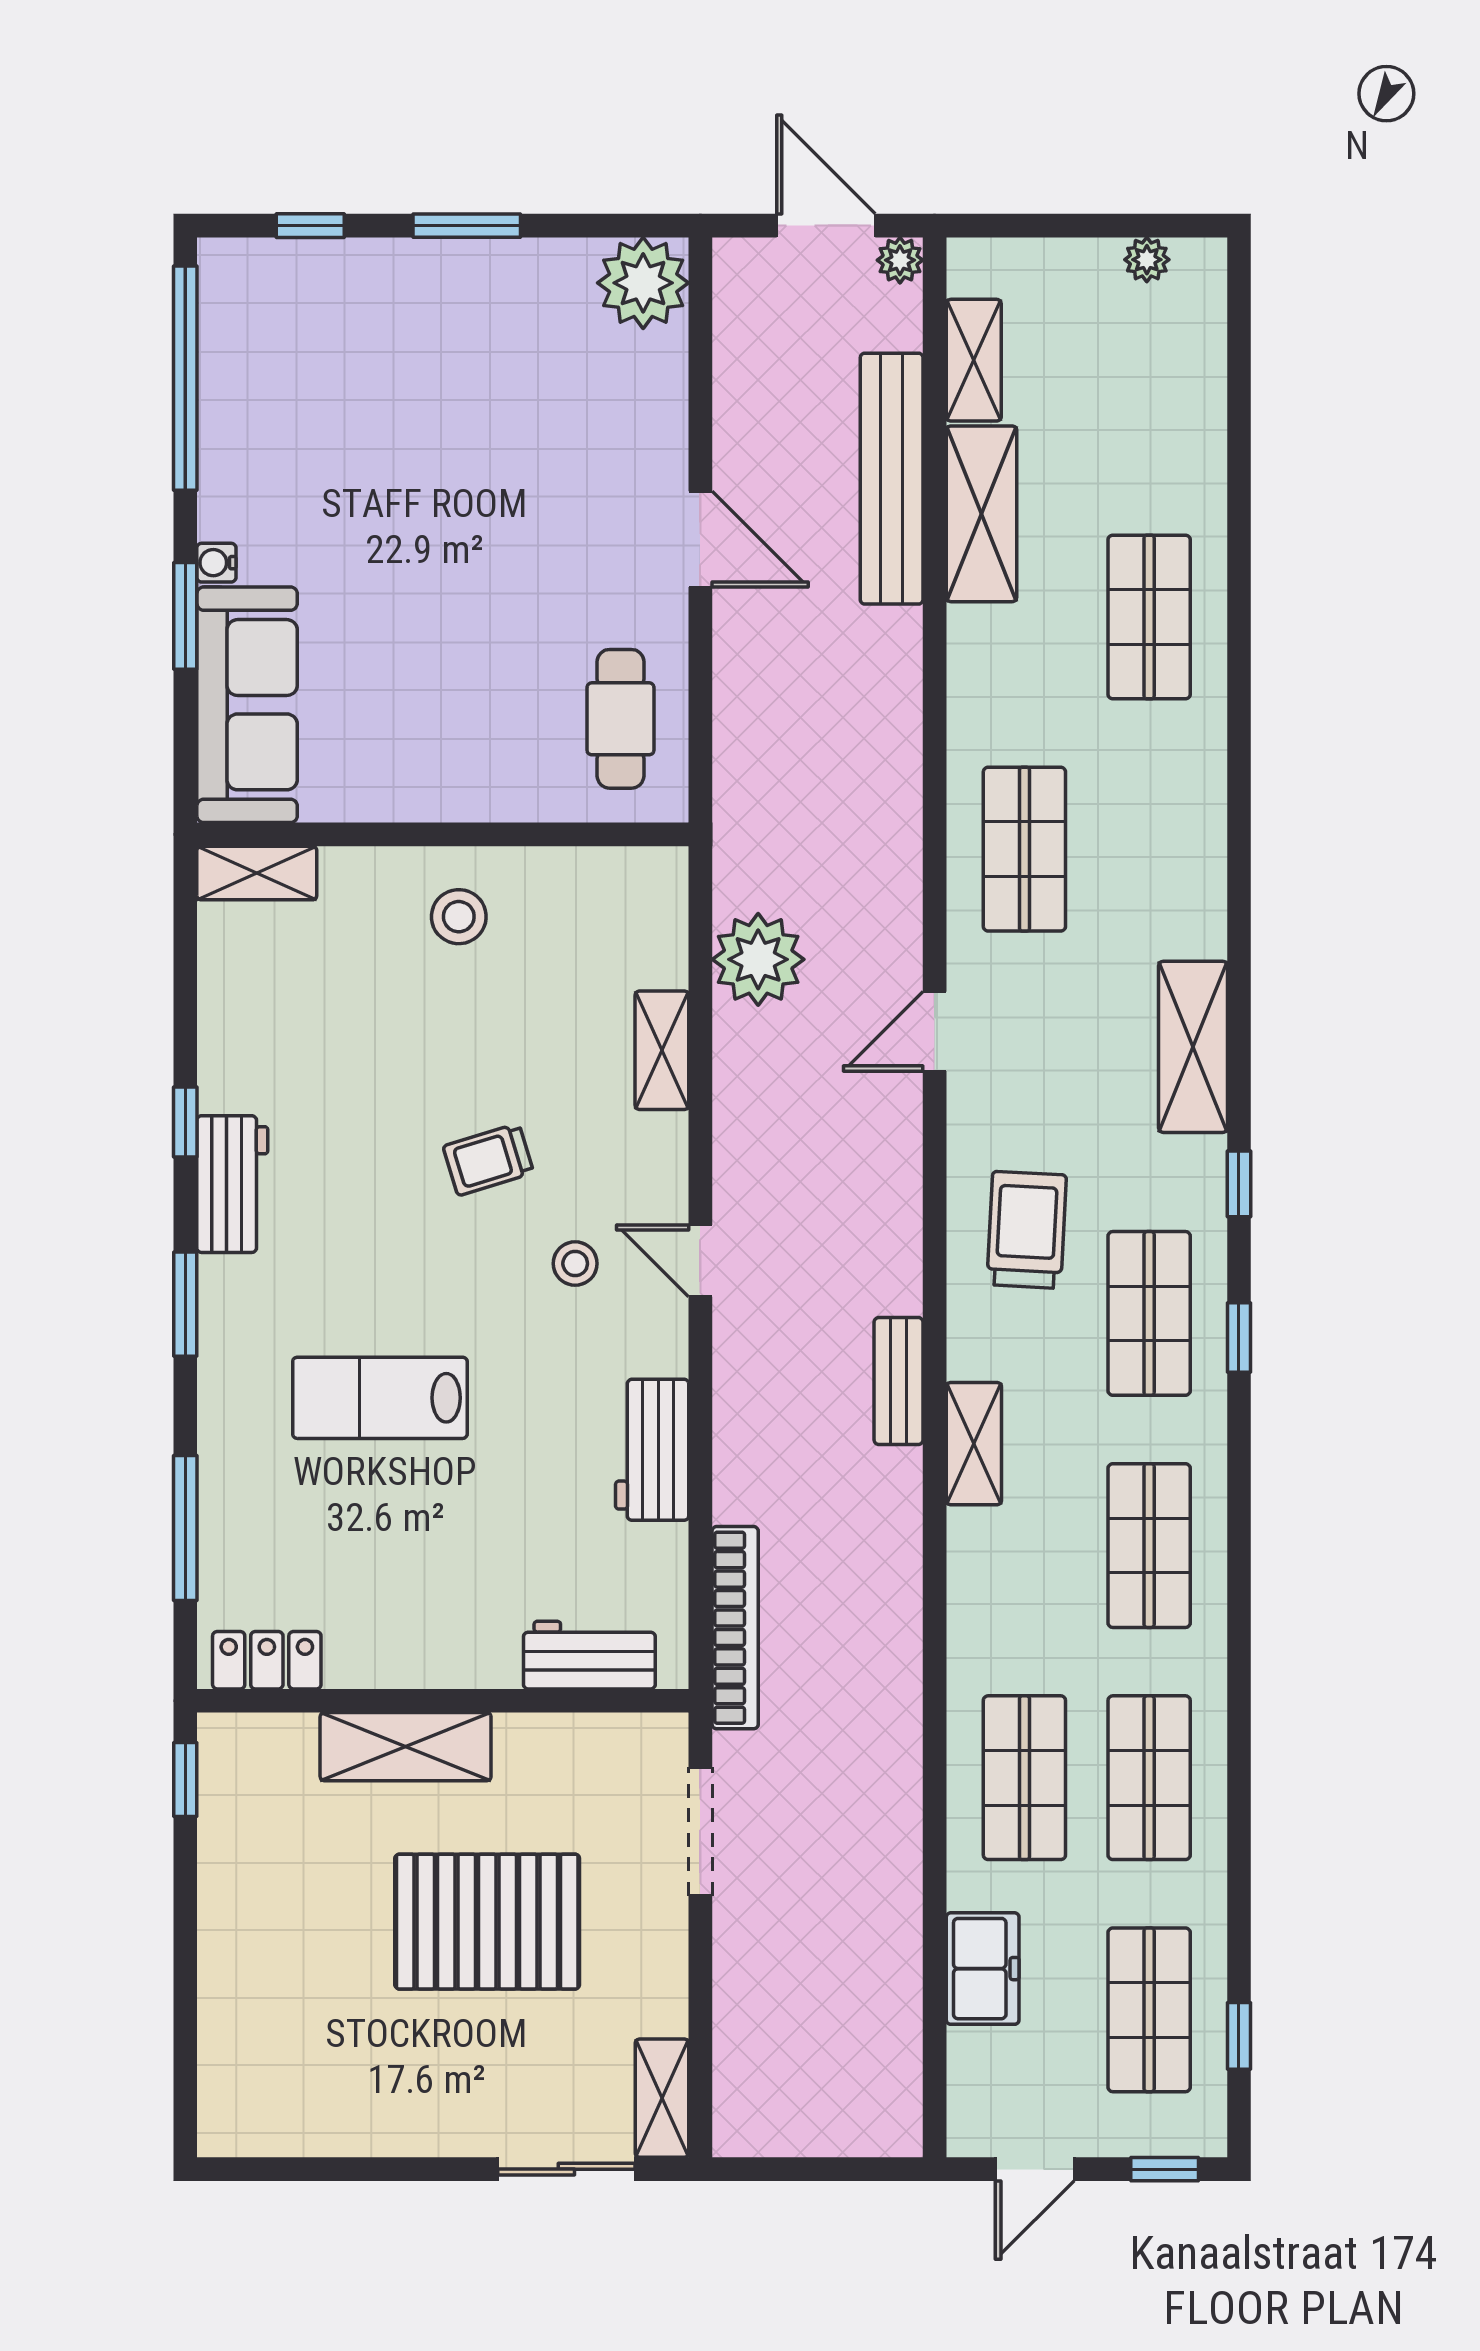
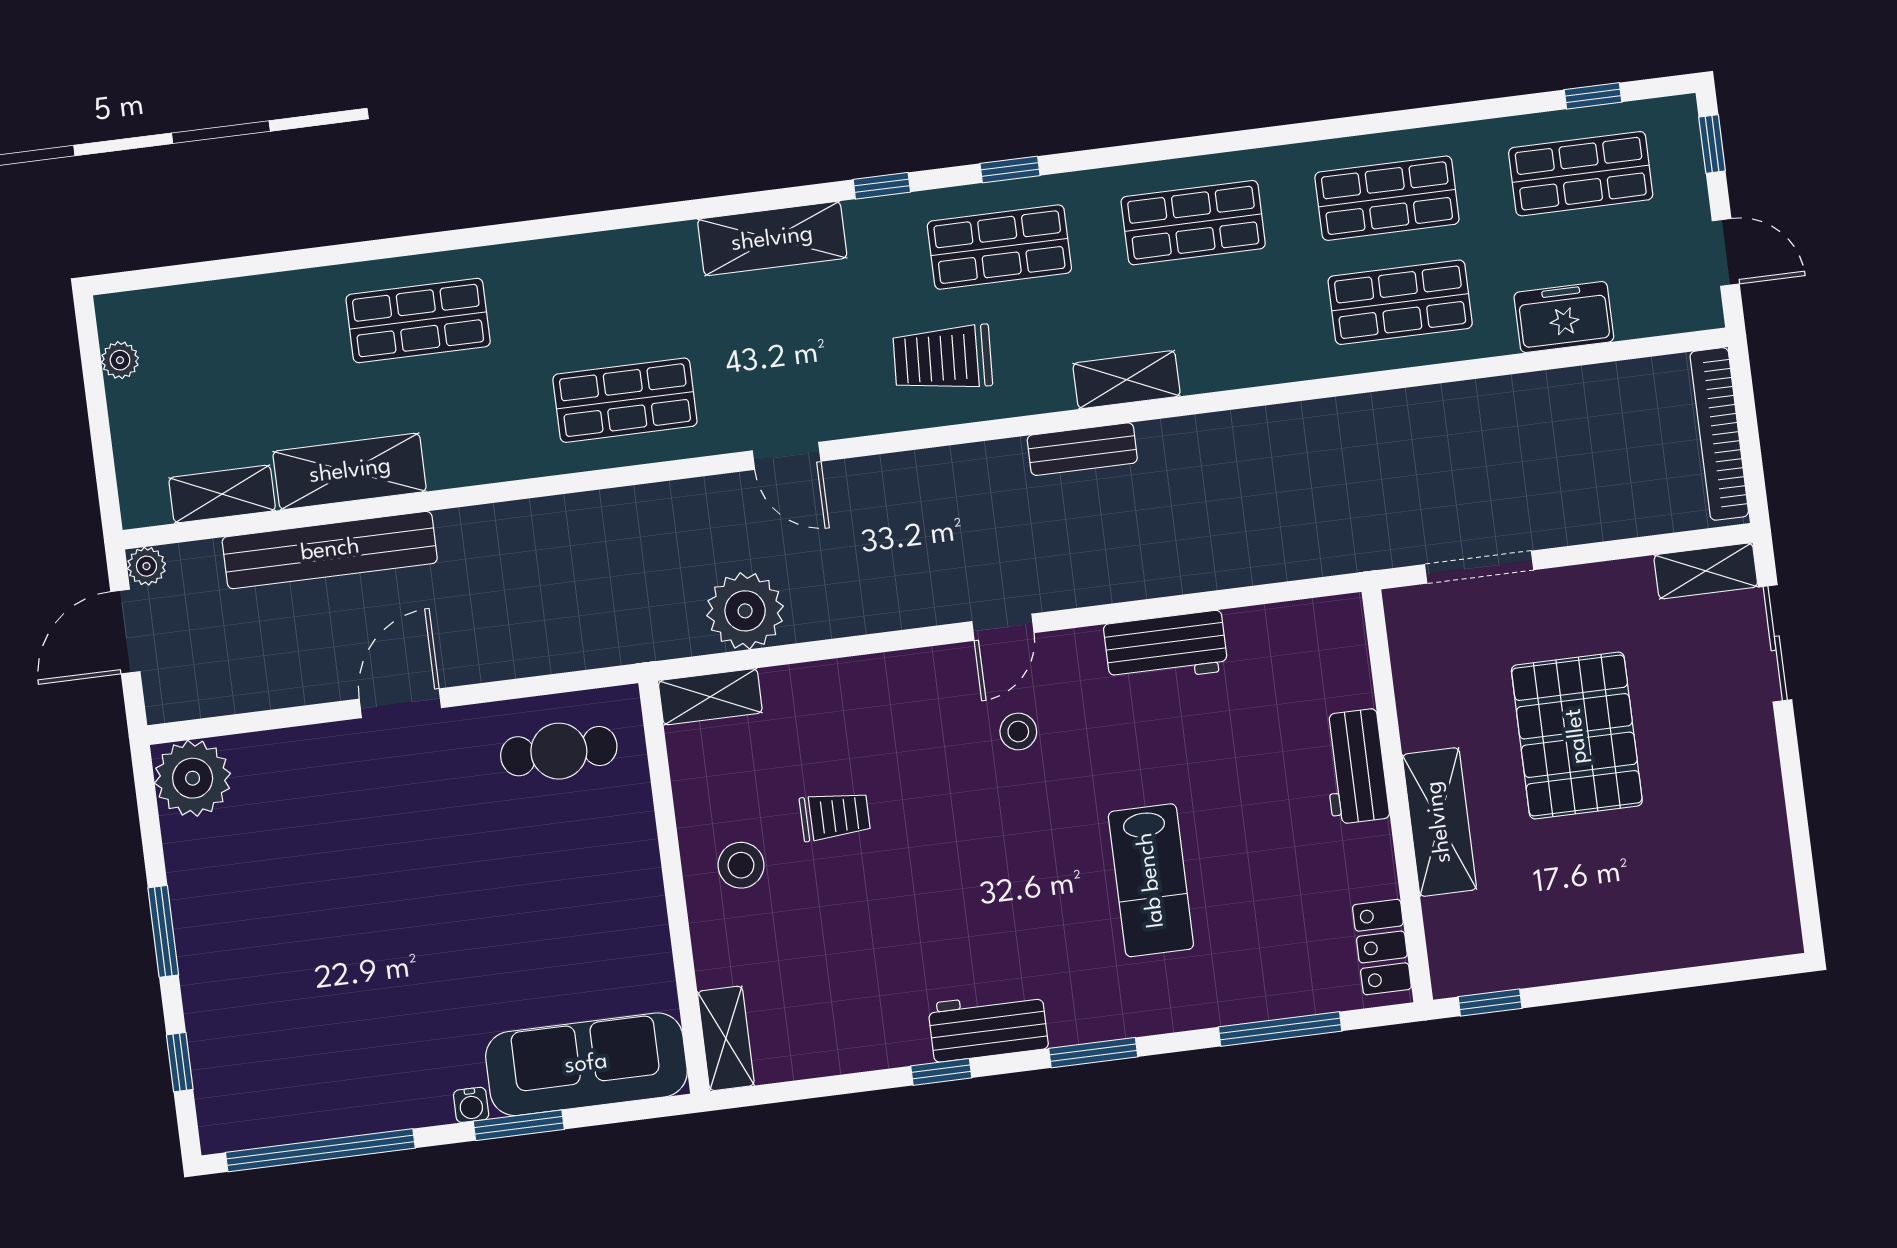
shelving: (662, 1050) -> (710, 697), moved
trolley: (488, 1160) -> (835, 816), moved, turned -73
bookcase: (735, 1628) -> (1719, 434), moved, turned -90
workbench: (589, 1655) -> (1355, 767), moved

